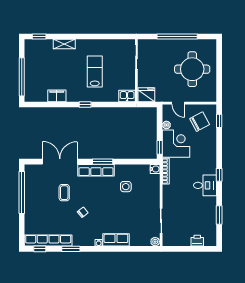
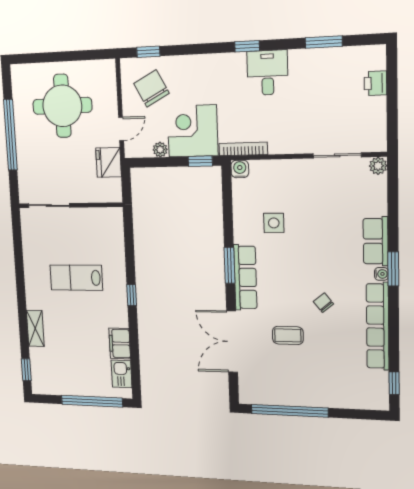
fridge: (146, 95) -> (109, 162), moved
kitchen sink: (127, 96) -> (122, 374), moved
row of seats: (48, 241) -> (378, 326), moved
window: (71, 249) -> (393, 269), moved

